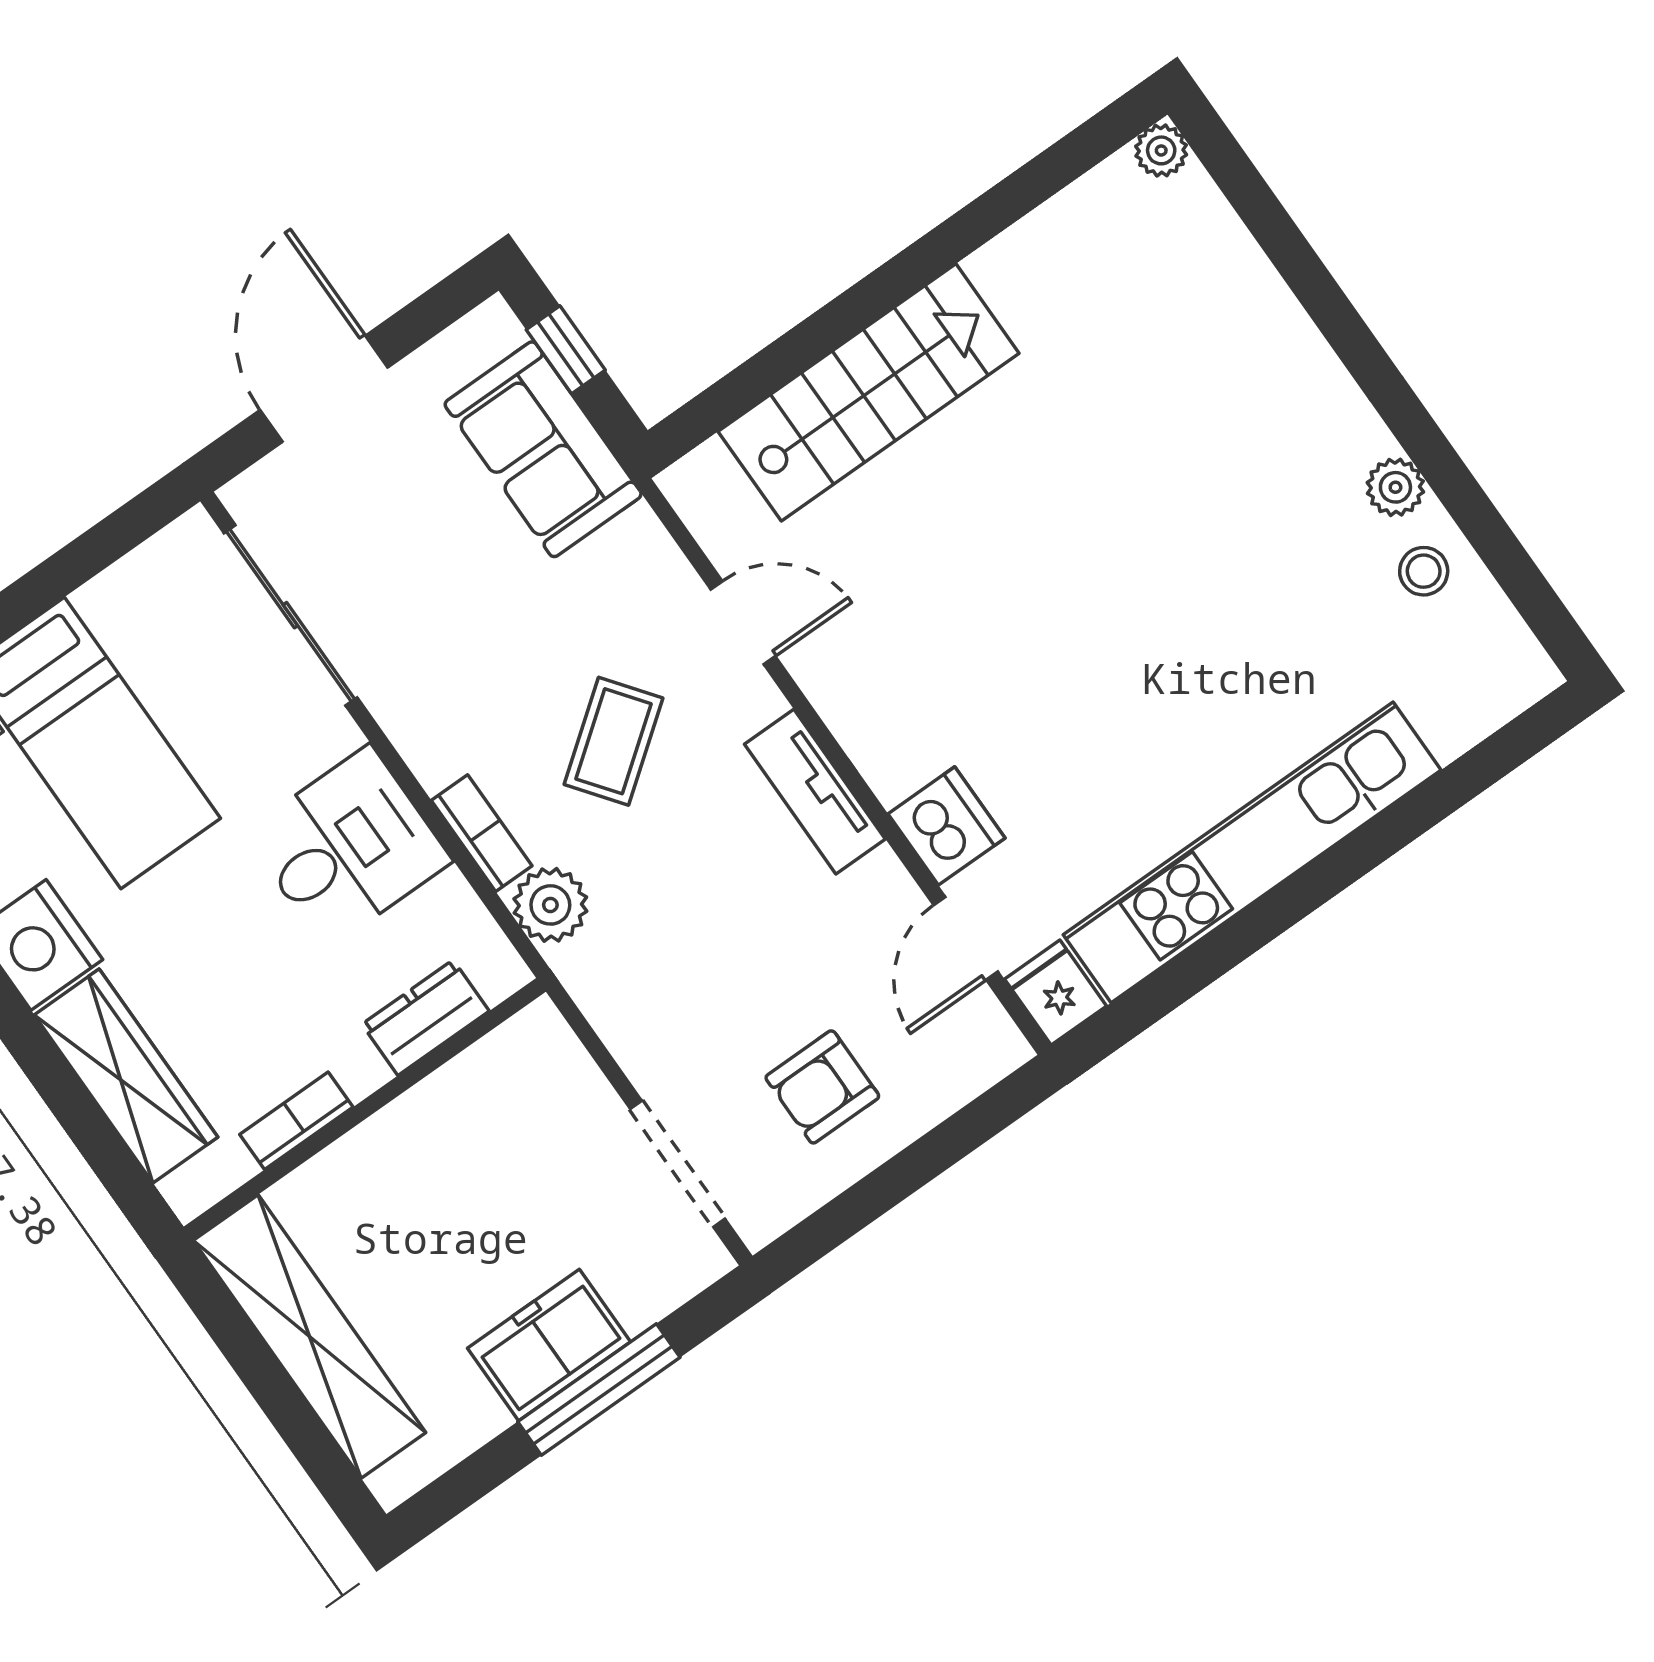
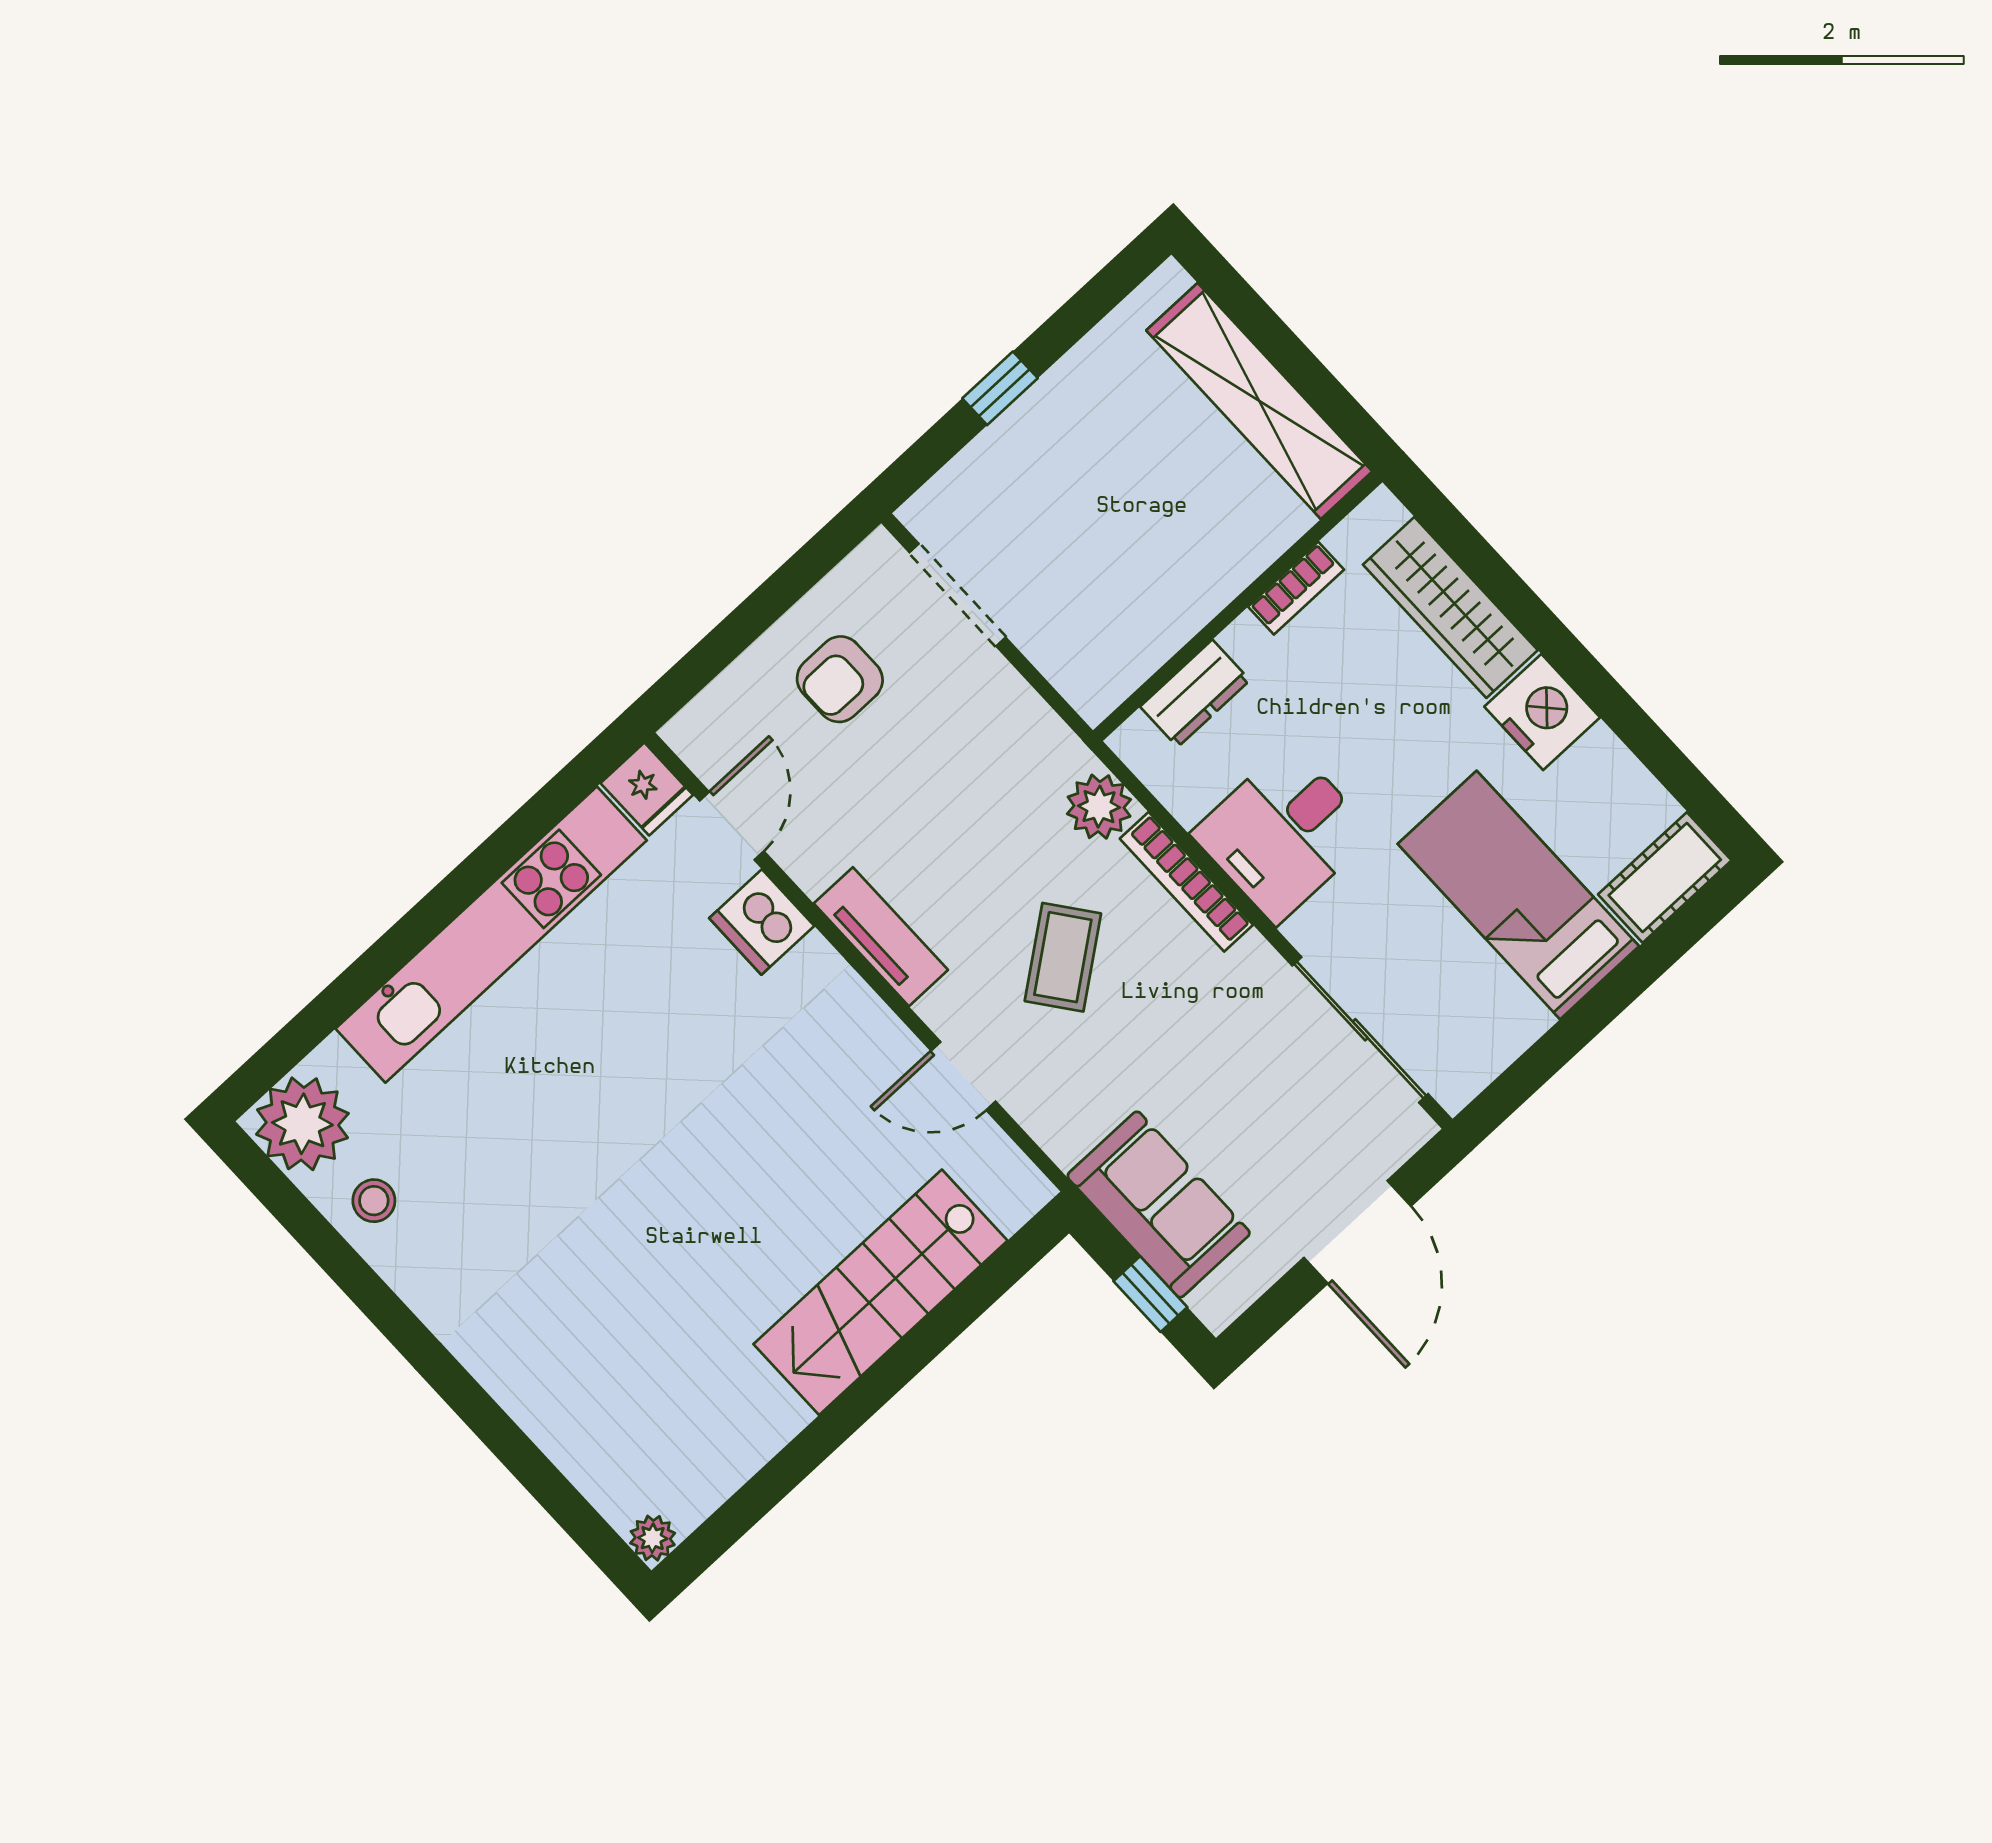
plant: (1395, 487) -> (302, 1124), moved, width x1.88, depth x1.88
bookcase: (482, 833) -> (1186, 882), width x1.56
armchair: (822, 1087) -> (840, 679), turned 180
freezer: (549, 1345) -> (1049, 422), removed
window: (599, 1390) -> (1000, 388), width x0.46

